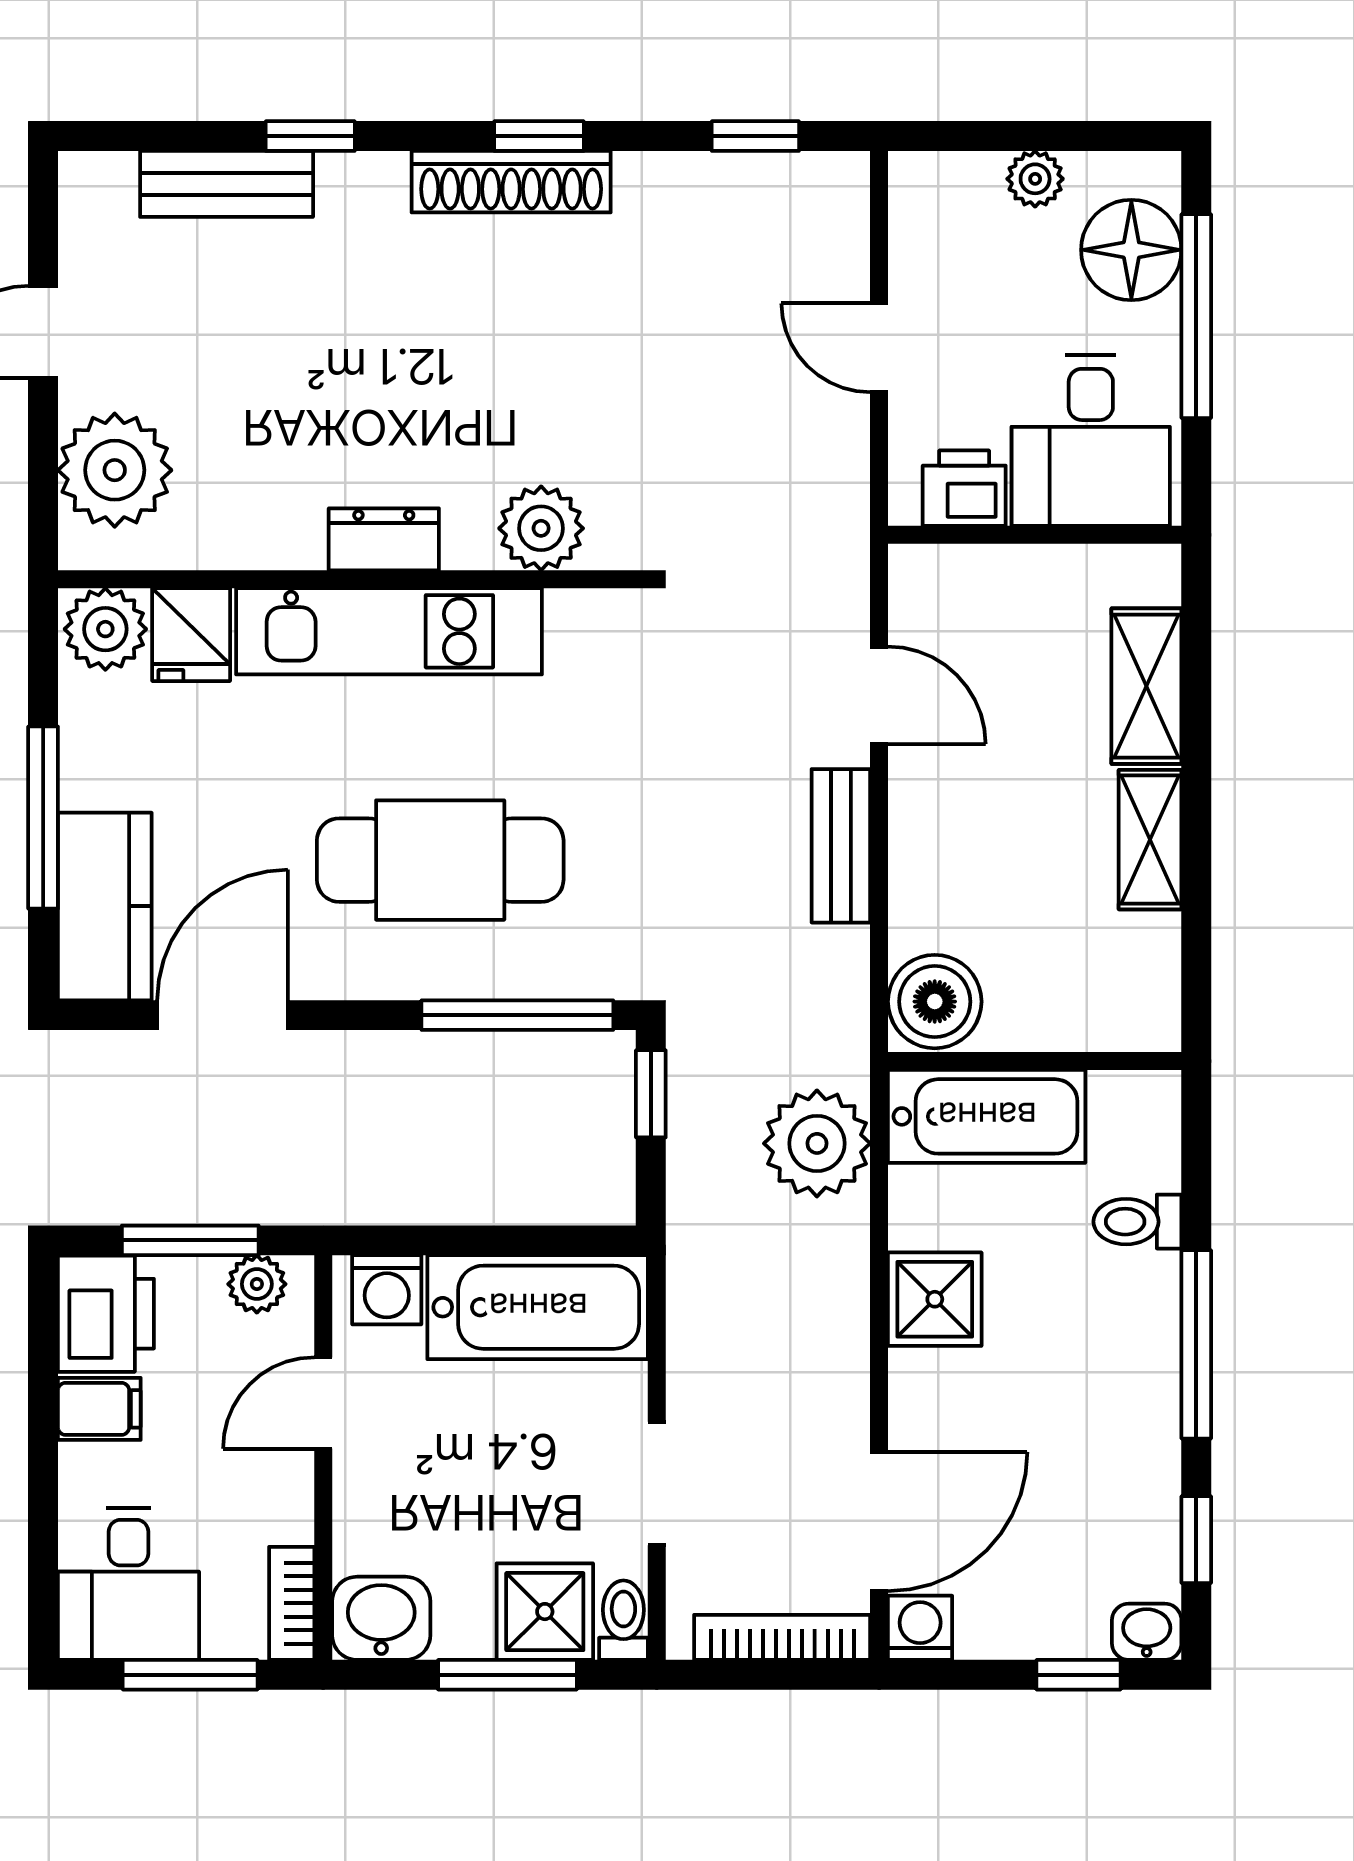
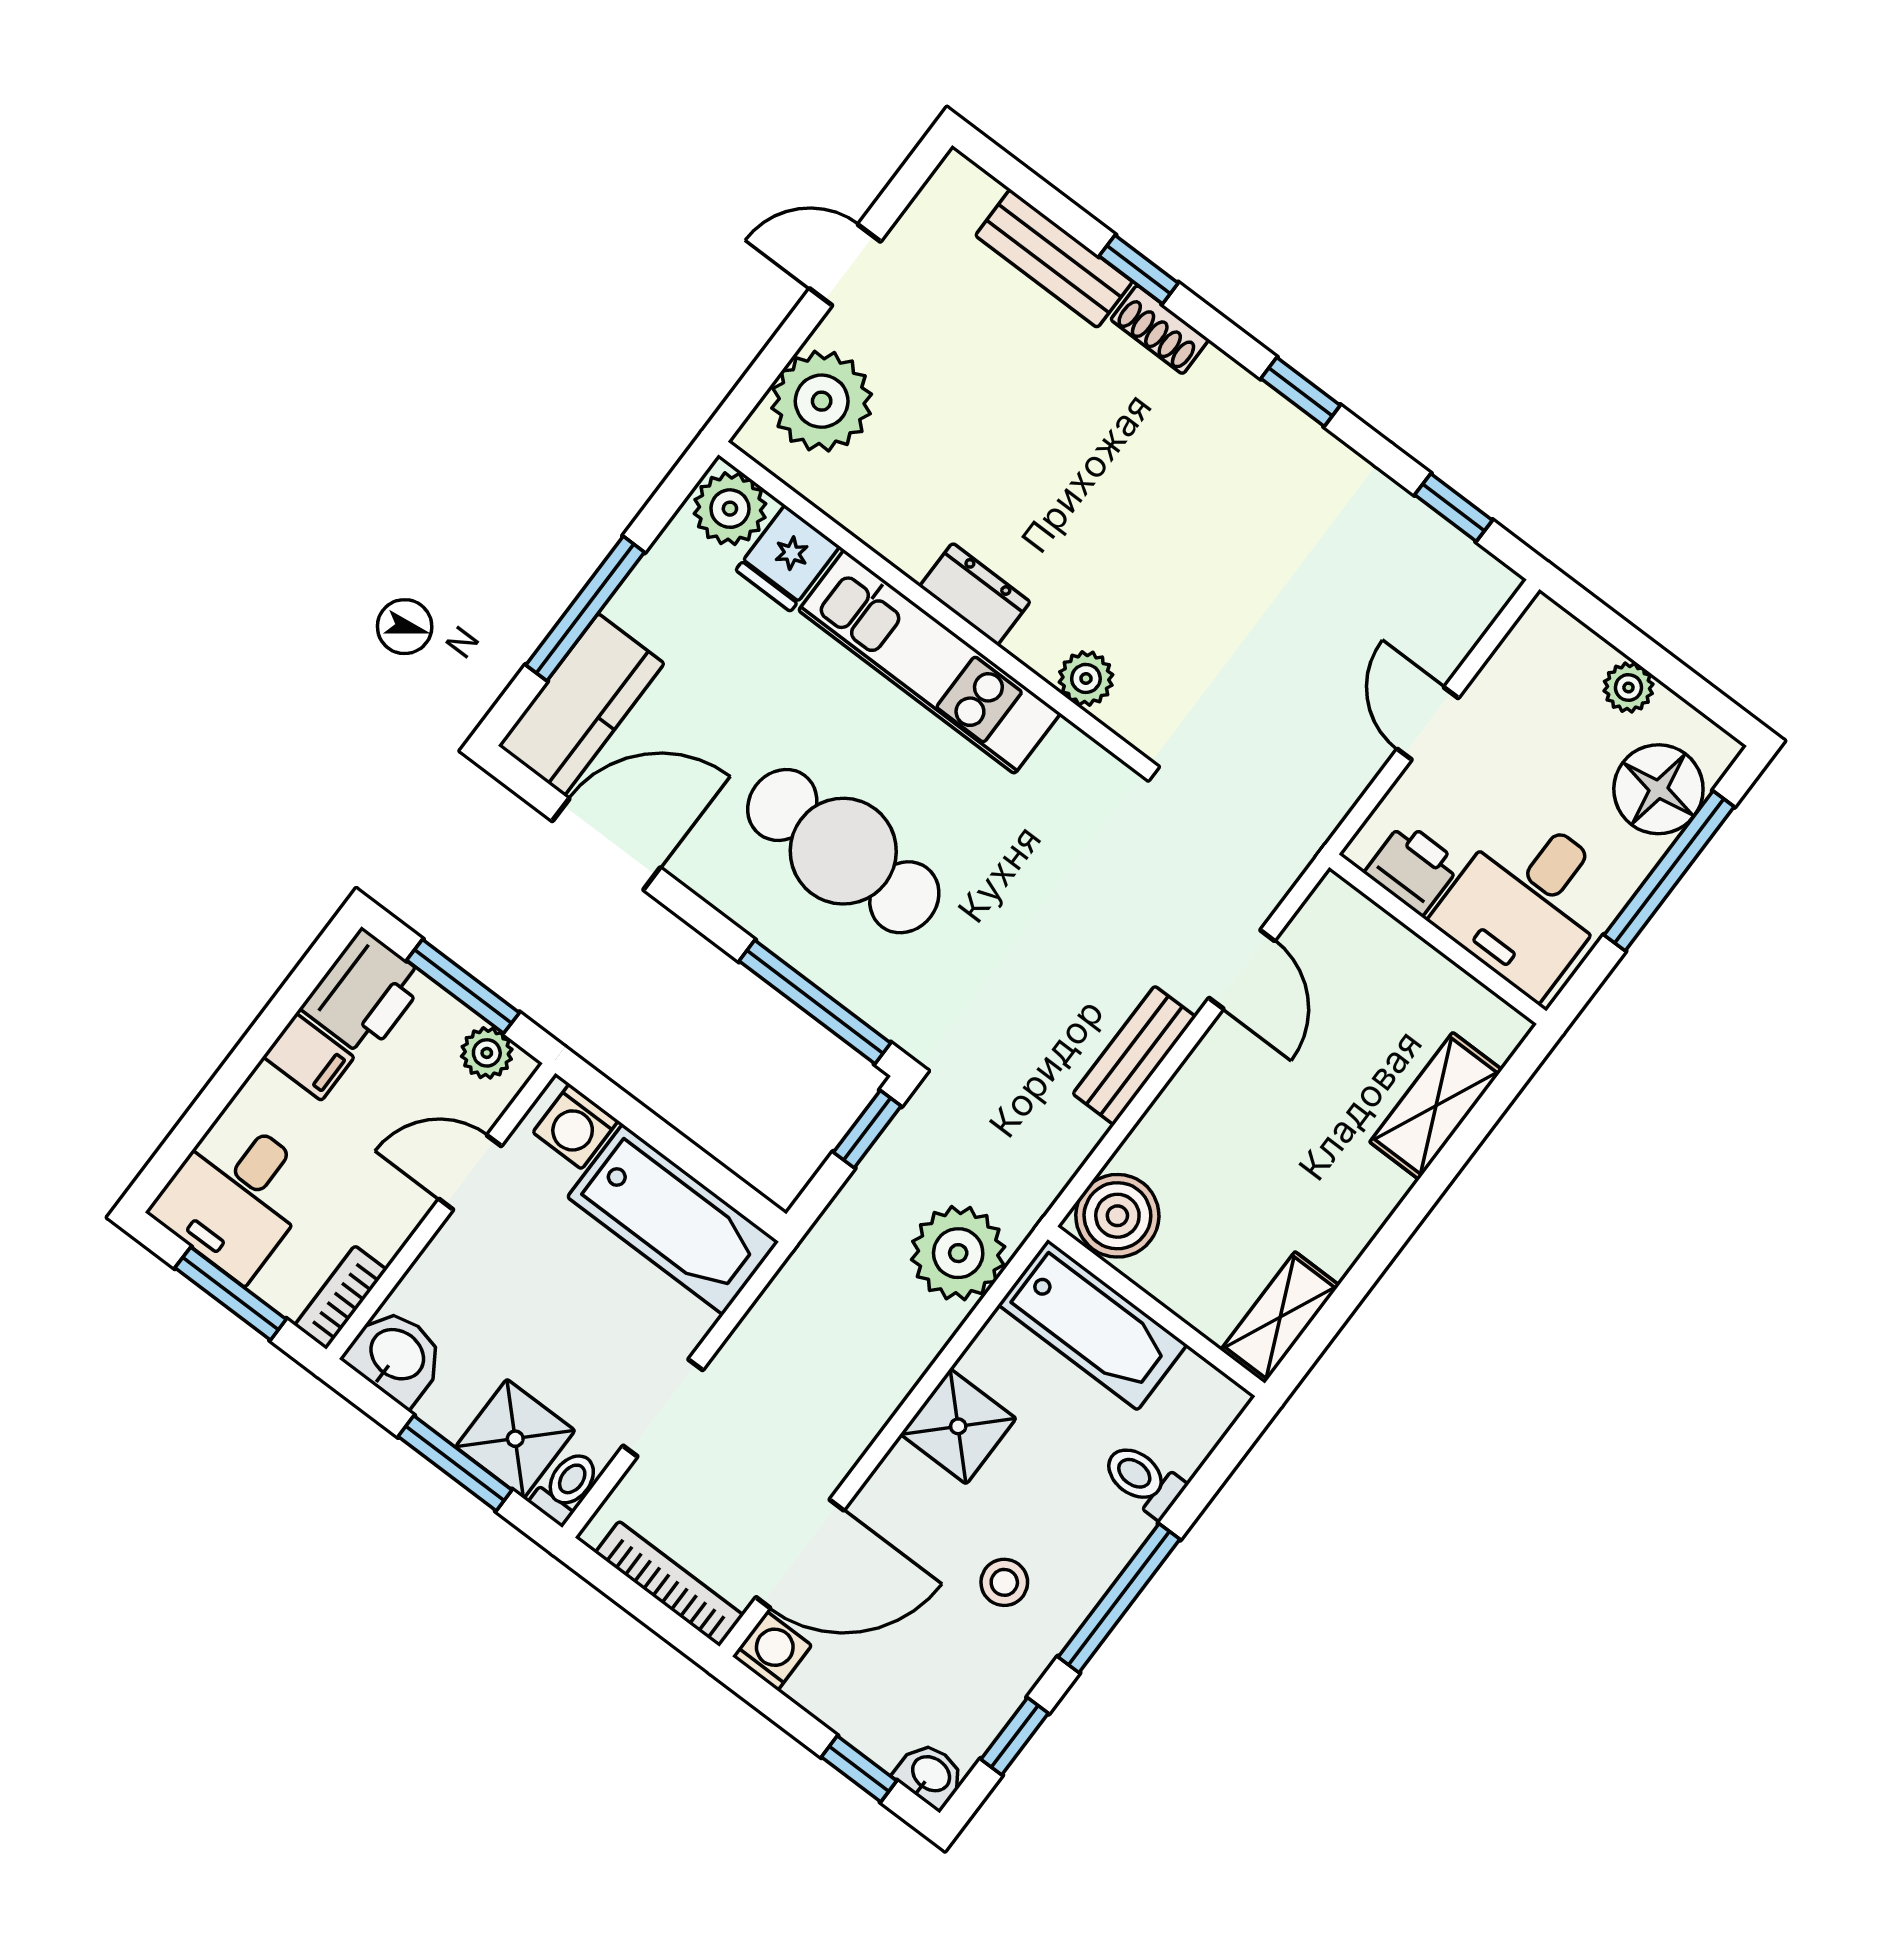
shoe rack: (511, 182) -> (1160, 330), moved, width x0.51, depth x0.81
plant: (541, 528) -> (1086, 678), width x0.73, depth x0.73
shelving: (1150, 840) -> (1280, 1317), moved
stool: (1082, 1408) -> (1004, 1582), added

